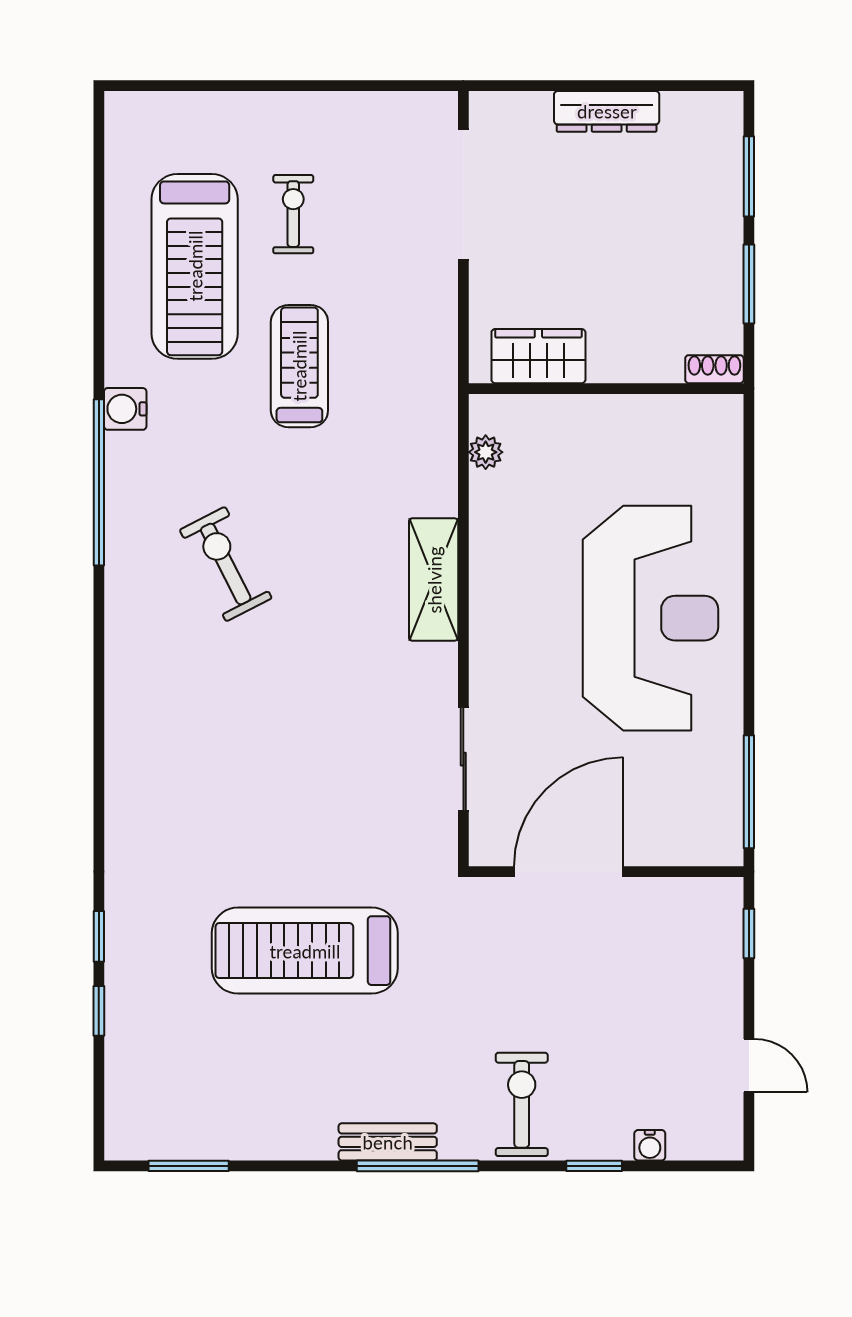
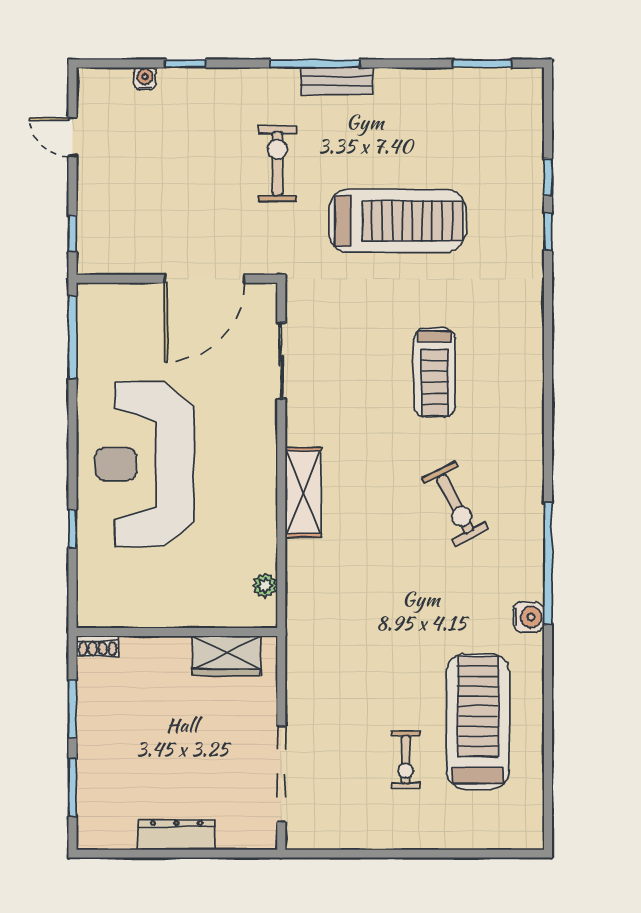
treadmill: (299, 366) -> (435, 373), moved
window: (749, 530) -> (73, 528), added
exercise bike: (522, 1104) -> (277, 164), moved, turned 180

